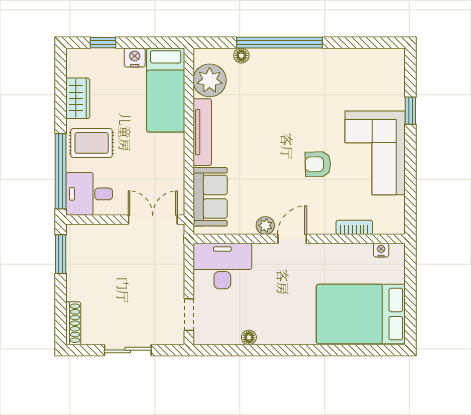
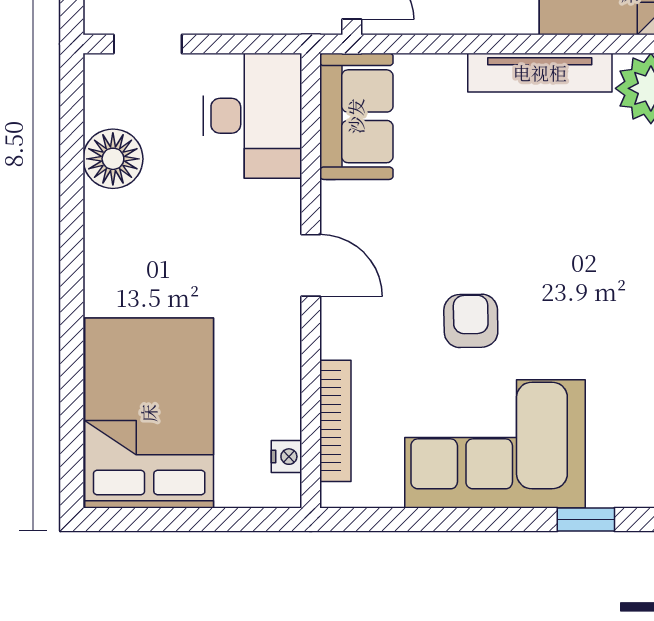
sofa: (210, 197) -> (356, 116), moved, turned -90
plant: (265, 225) -> (339, 208), removed
bookcase: (354, 227) -> (335, 421), width x1.56
floor lamp: (249, 337) -> (113, 159), width x1.89, depth x1.89

